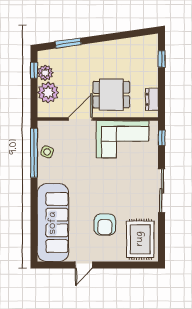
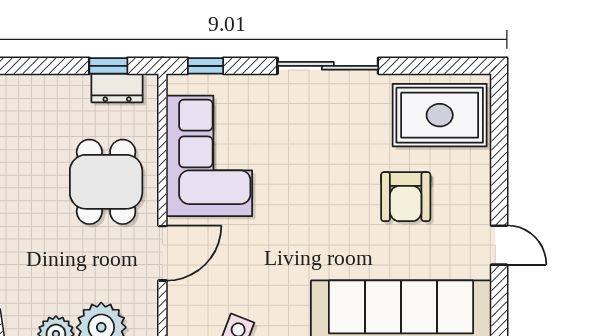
window: (162, 59) -> (108, 66), moved
door: (80, 119) -> (162, 253), swing flipped
armchair: (105, 225) -> (406, 197), turned 90

